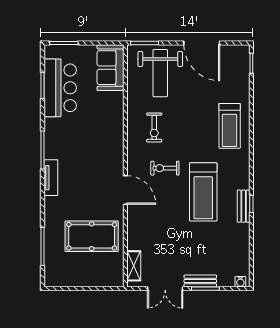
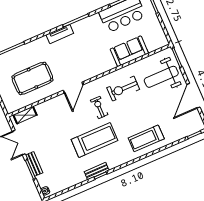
sofa: (111, 68) -> (129, 51), moved
exercise bike: (154, 127) -> (123, 89), width x1.38, depth x1.39
treadmill: (203, 192) -> (94, 140), turned 180
pool table: (92, 236) -> (32, 78), turned 90

